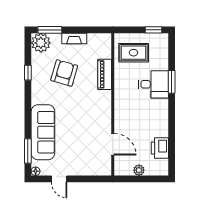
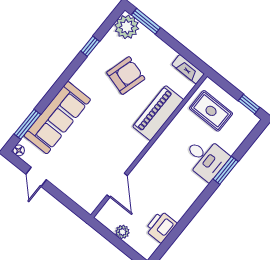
fireplace: (74, 38) -> (188, 69), moved
piano: (105, 74) -> (158, 113), width x1.37, depth x1.33

